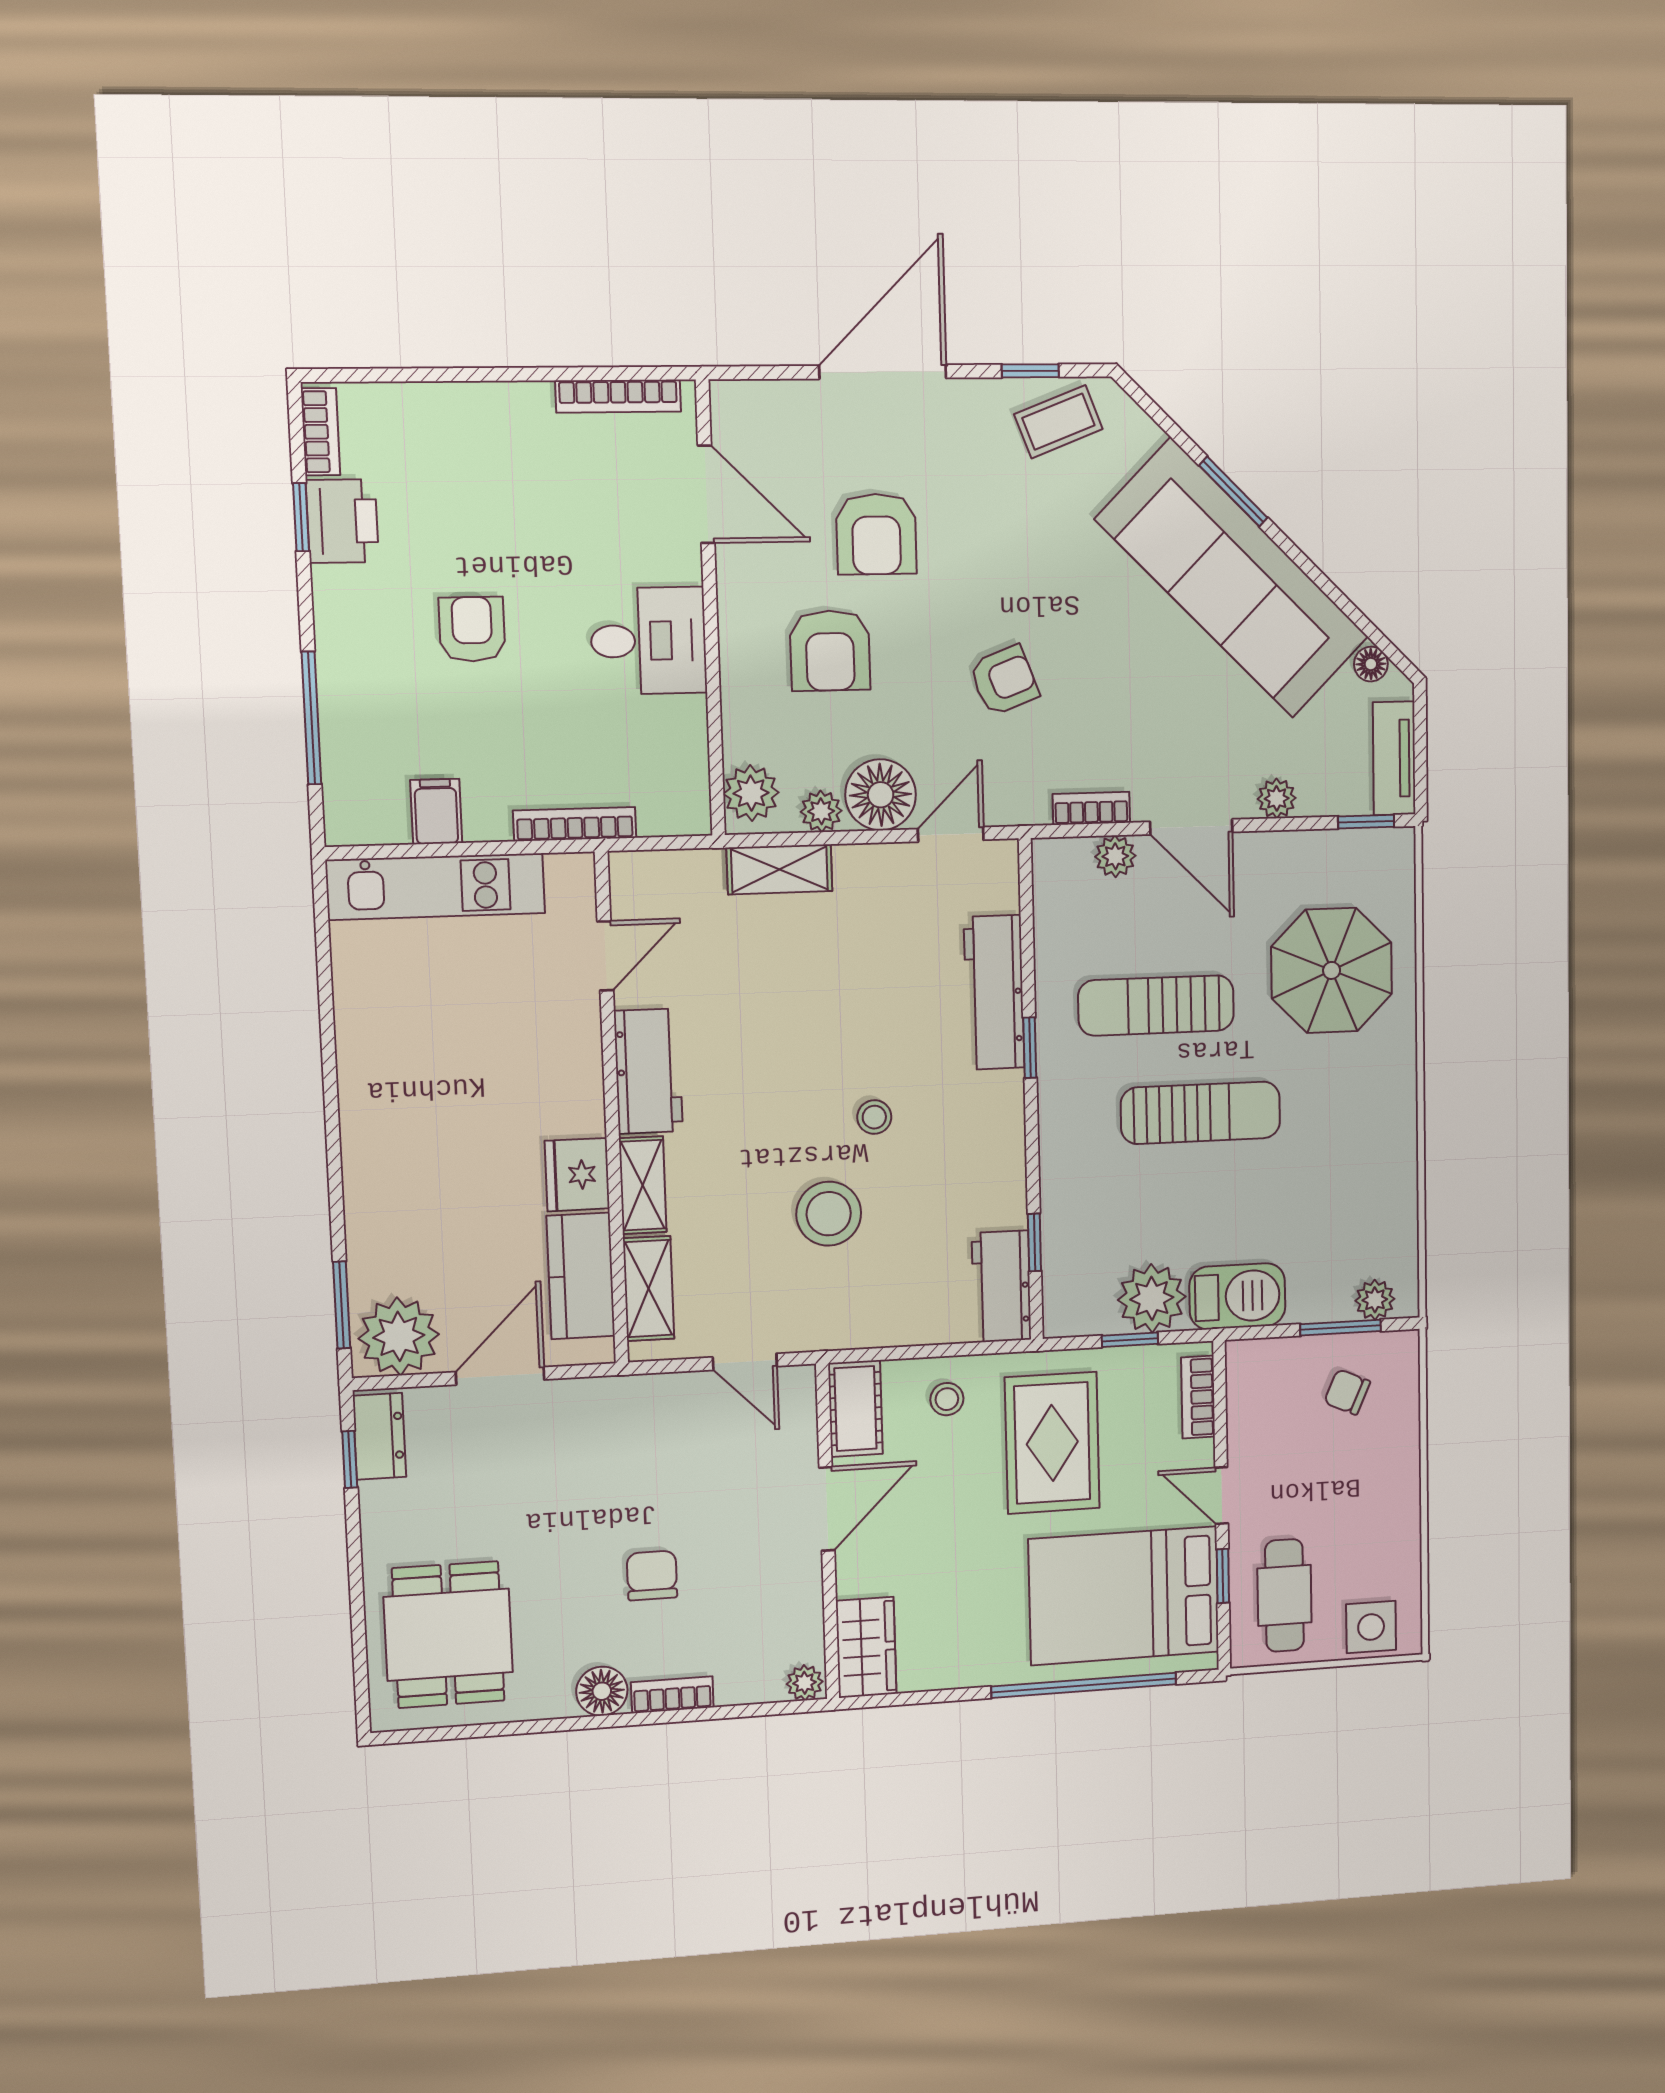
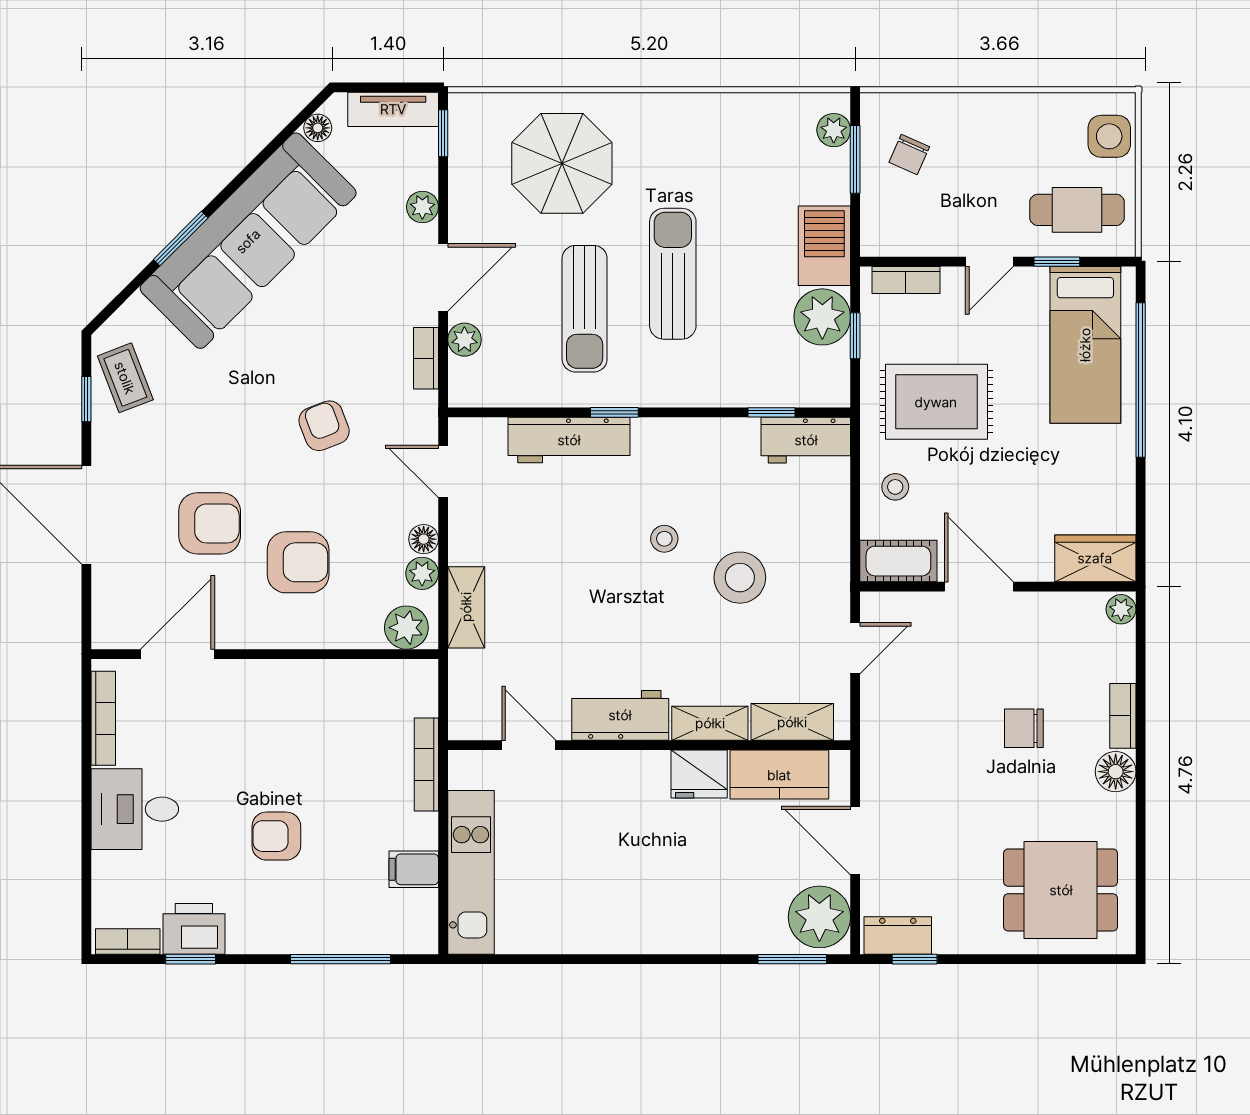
desk: (648, 641) -> (135, 809), moved, turned -90
floor lamp: (881, 795) -> (424, 539), width x0.53, depth x0.53
bed: (1124, 1596) -> (1085, 345), width x0.67

